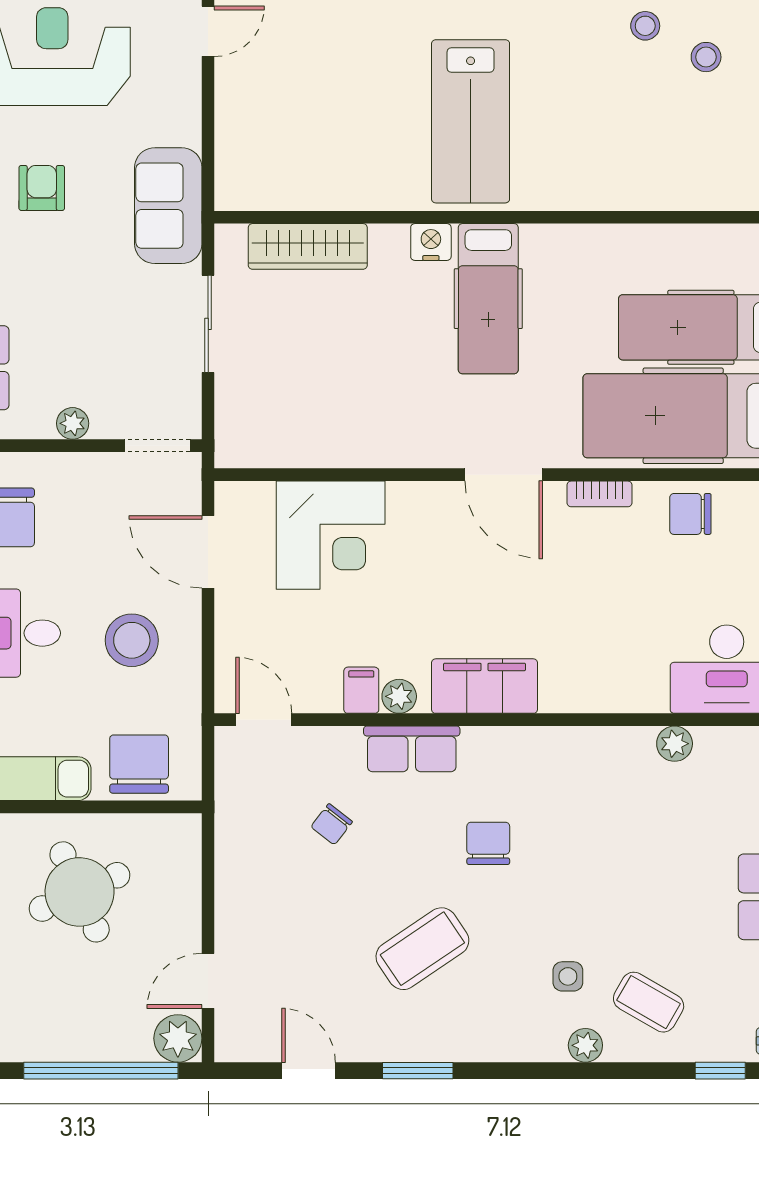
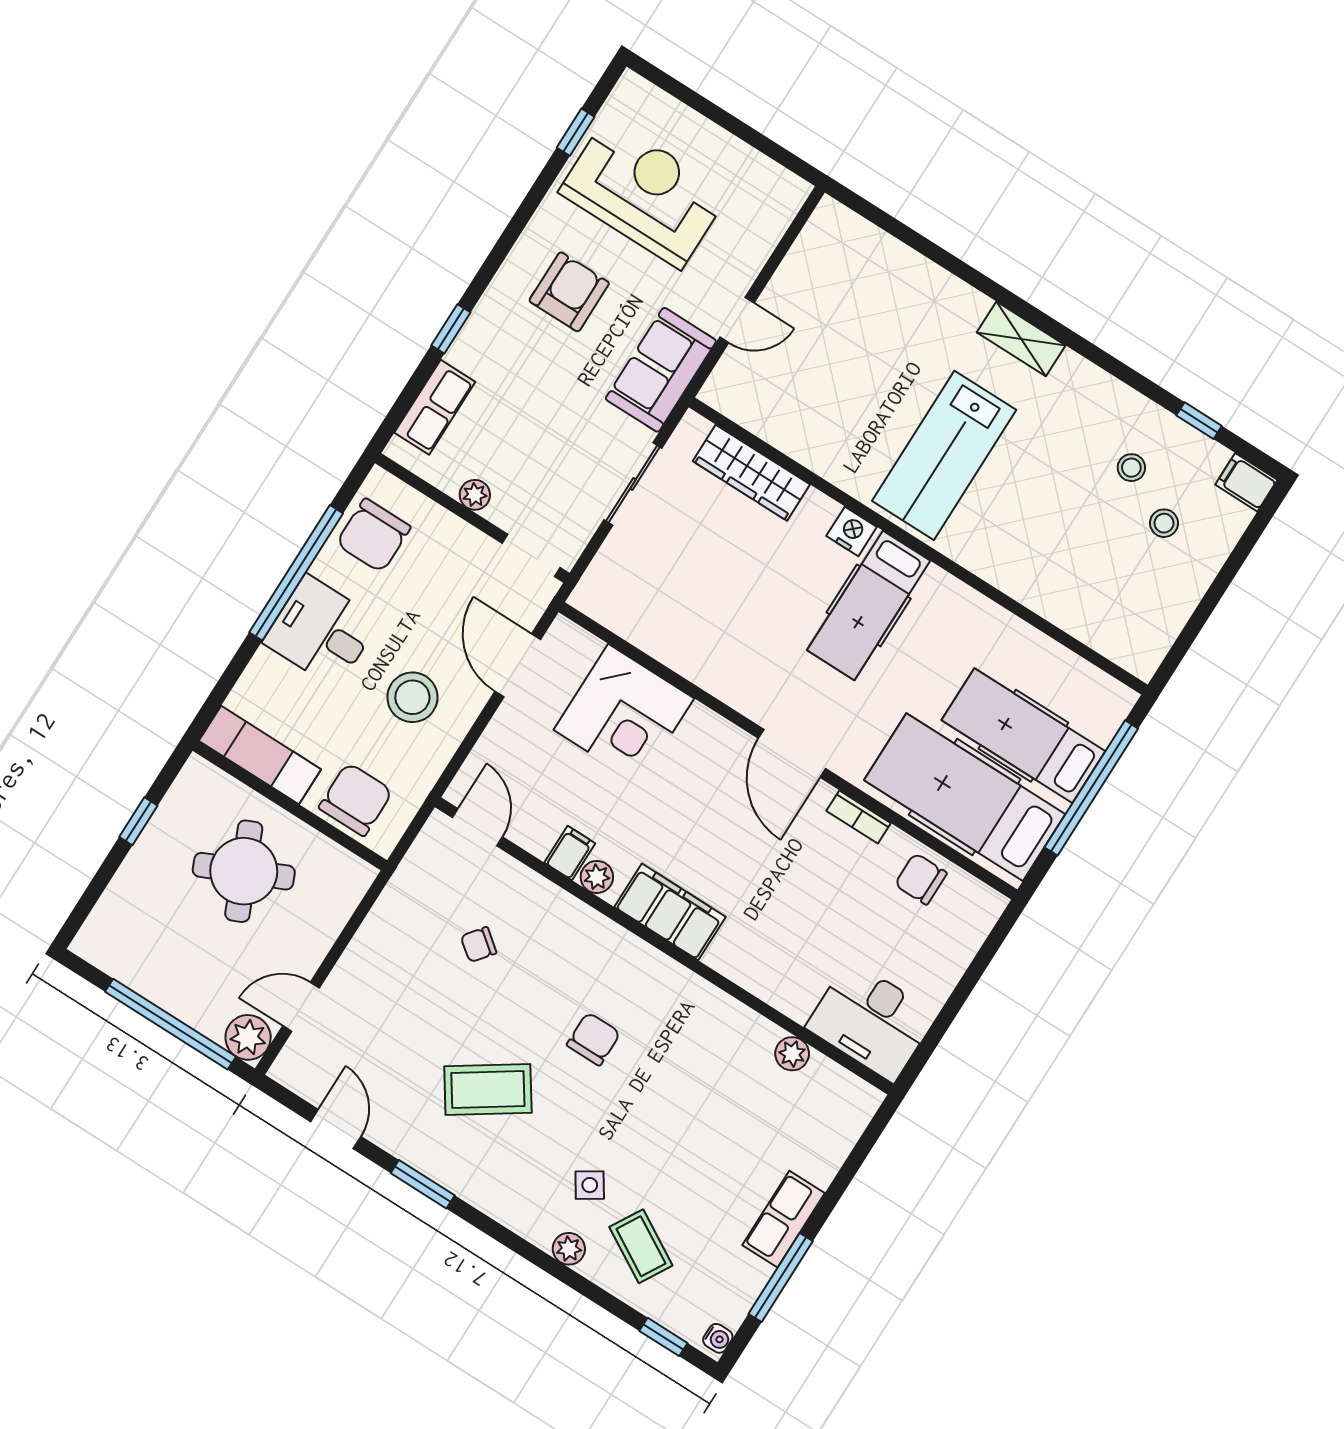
door: (208, 31) -> (737, 320), moved
armchair: (42, 188) -> (569, 292), width x1.38, depth x1.38
row of seats: (412, 749) -> (580, 925), removed
side table: (568, 976) -> (590, 1185), turned -33

